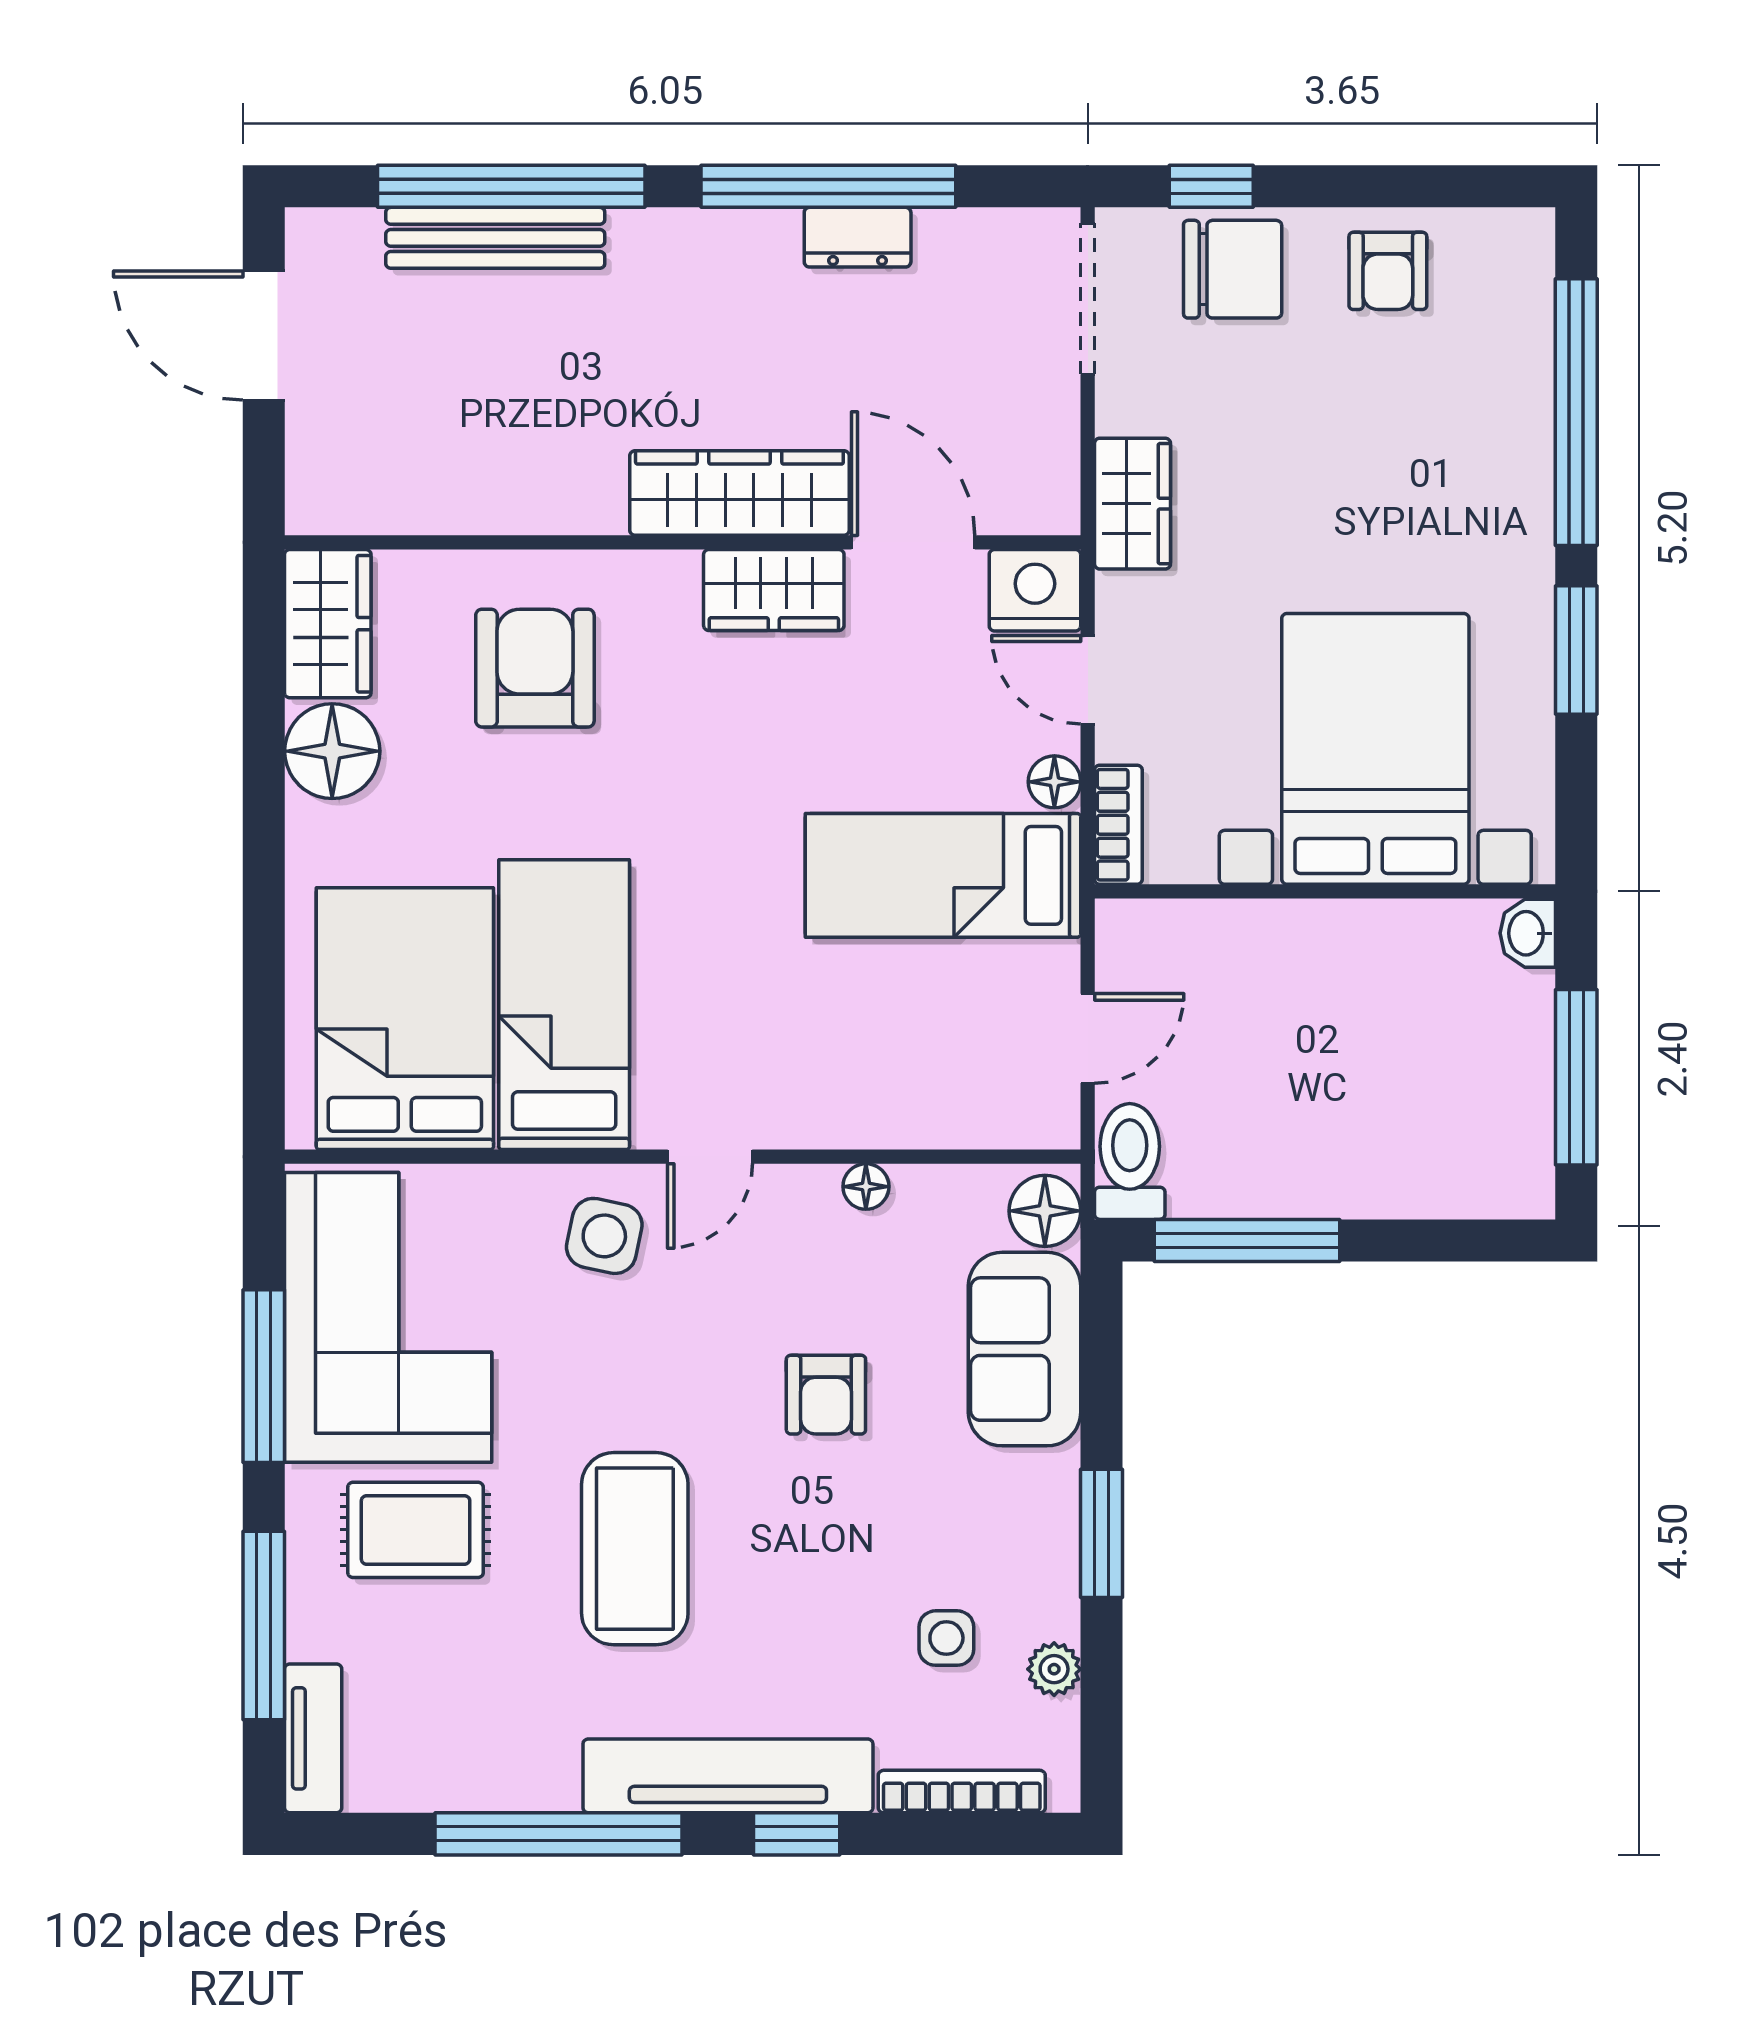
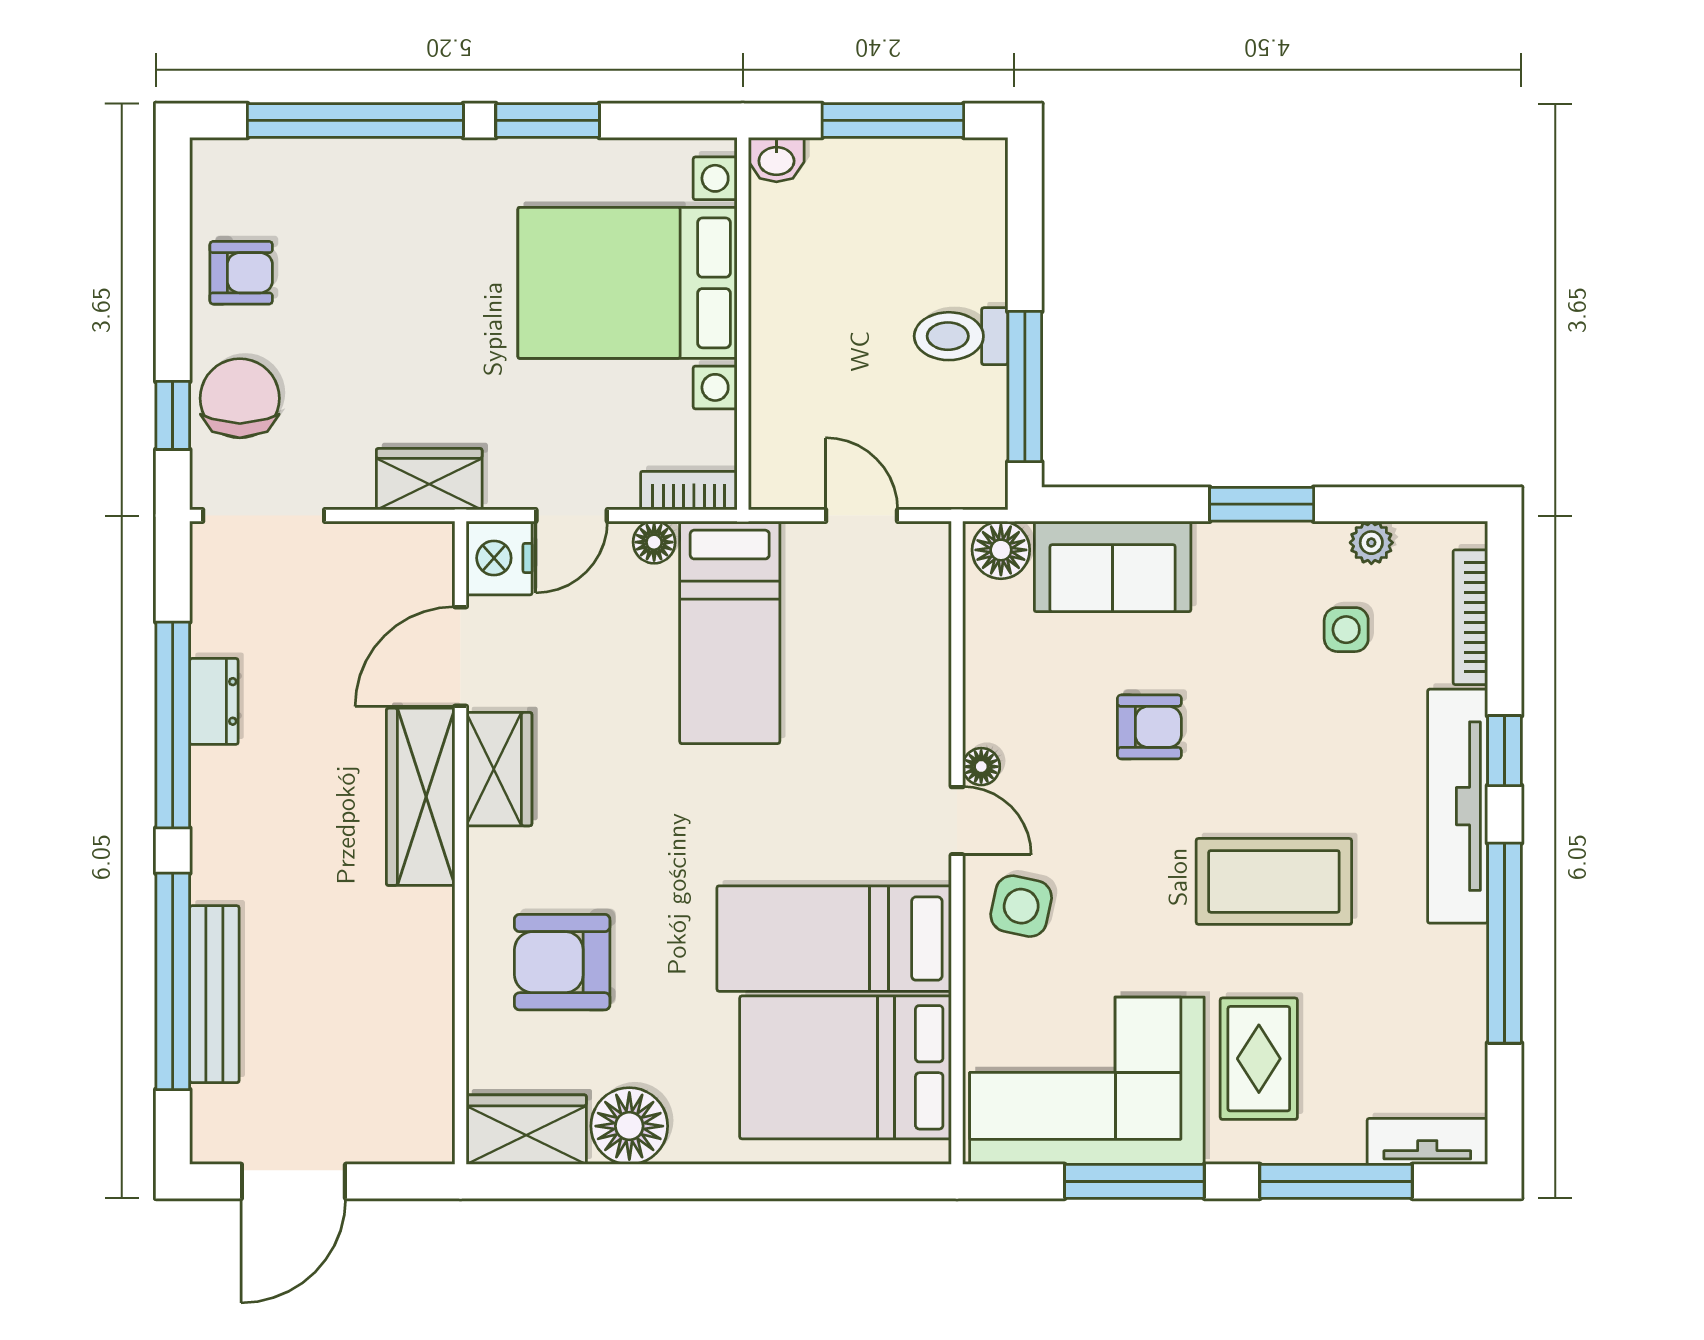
toilet: (1130, 1161) -> (961, 336), moved
floor lamp: (866, 1187) -> (981, 767), moved

